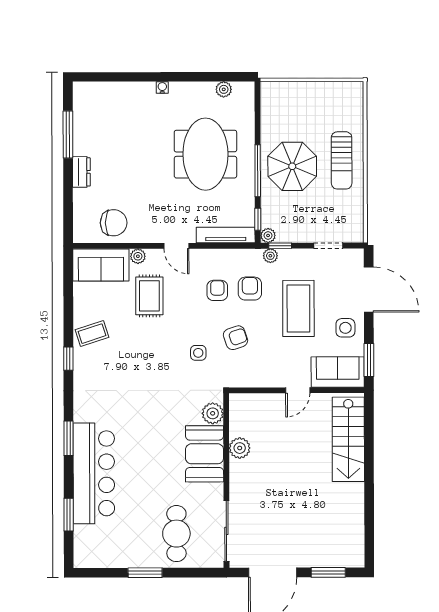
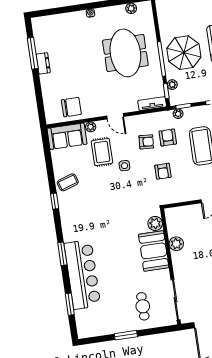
dresser: (81, 172) -> (43, 63), moved
tv unit: (226, 235) -> (152, 104), width x0.71
plant: (268, 235) -> (172, 85), moved
armchair: (217, 290) -> (146, 142), turned 94
armchair: (235, 338) -> (163, 171), turned 109
side table: (198, 353) -> (124, 166), moved
cafe table: (176, 534) -> (143, 306), width x0.73, depth x0.74

